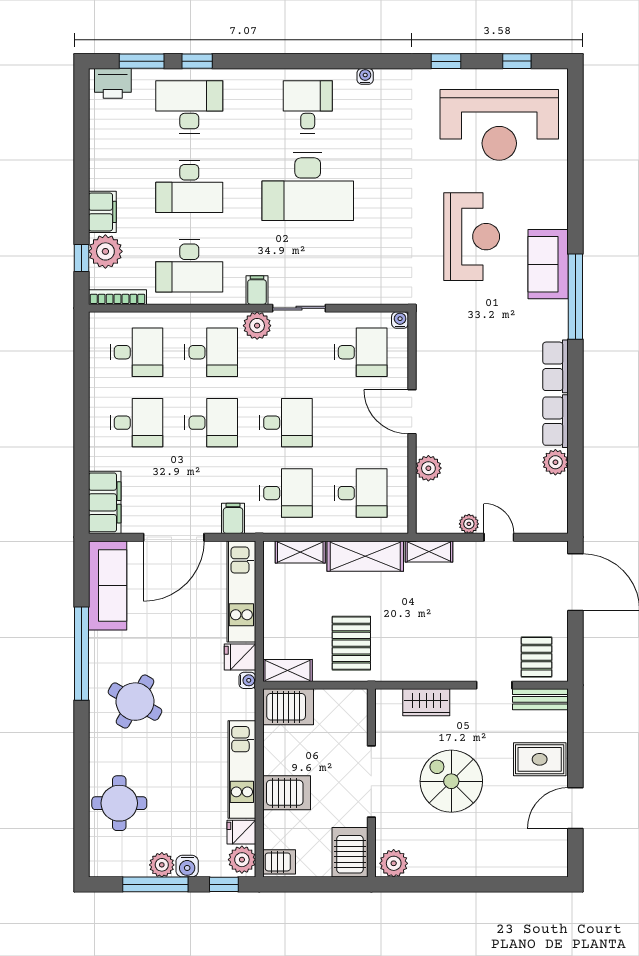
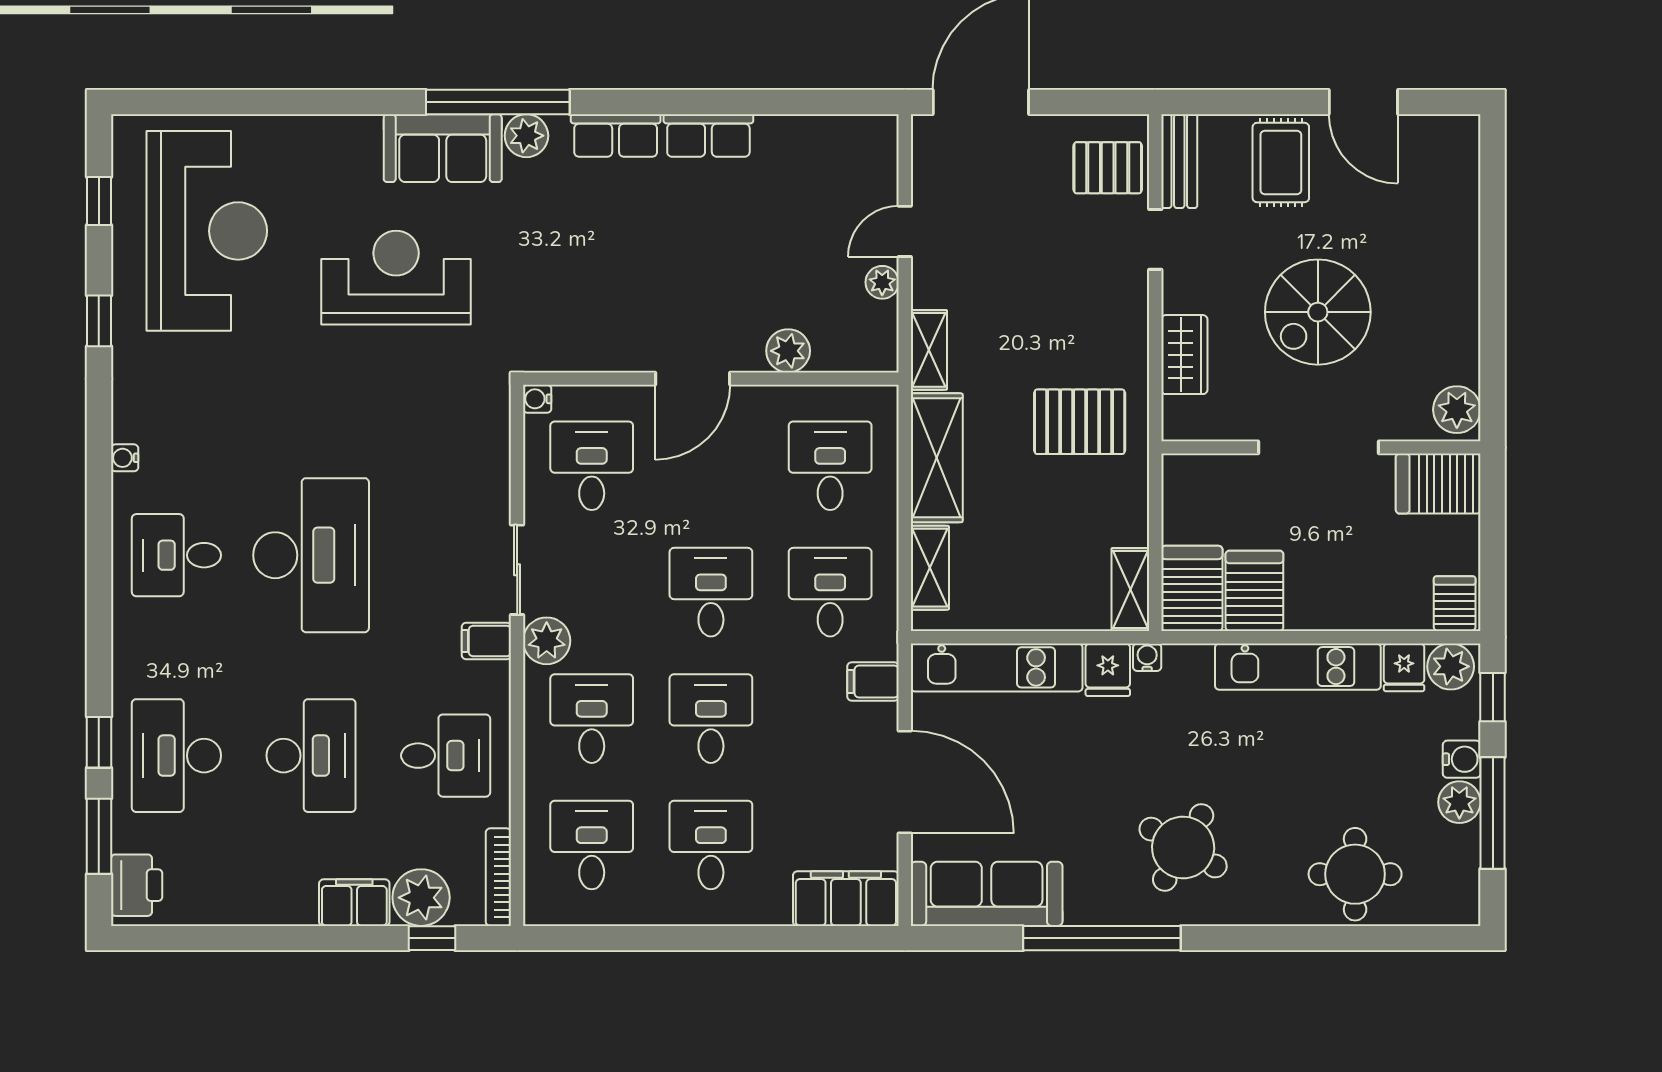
desk: (189, 266) -> (446, 756), width x0.73
plant: (555, 462) -> (526, 136), moved
pallet: (351, 643) -> (1080, 422), moved
server rack: (287, 793) -> (1254, 591), moved

